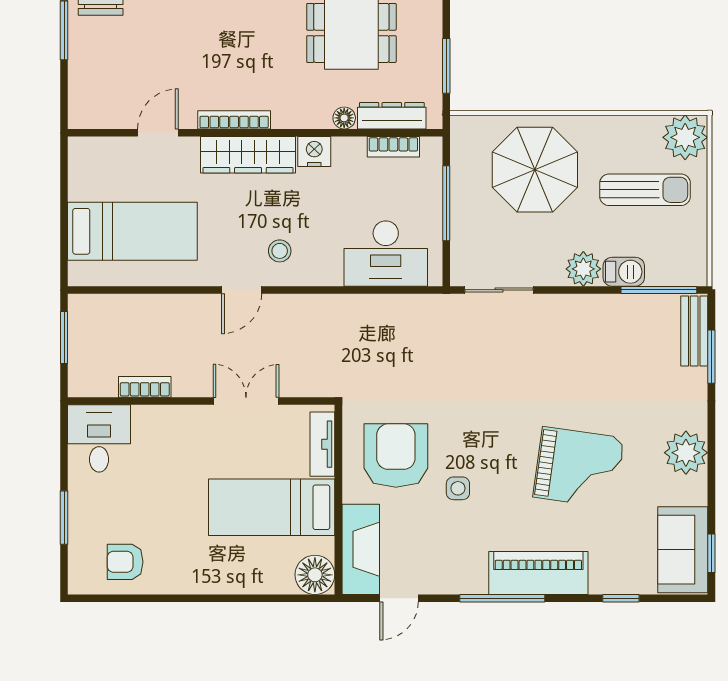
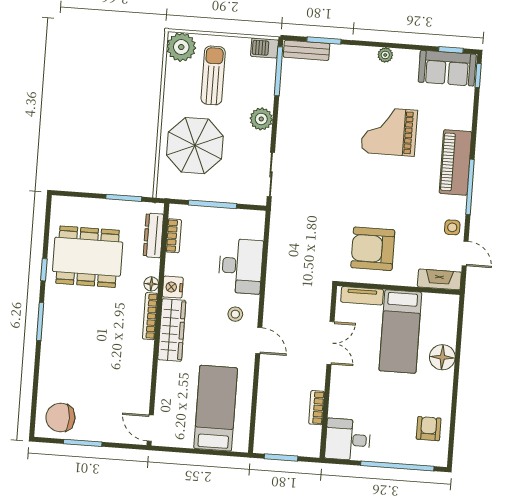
floor lamp: (344, 118) -> (151, 284), moved
bookcase: (234, 120) -> (150, 316), moved
door: (158, 133) -> (150, 428), moved
desk: (386, 254) -> (241, 266), moved
barbecue: (624, 272) -> (264, 48), moved, turned -90
double door: (246, 401) -> (331, 343), swing flipped
plant: (686, 453) -> (385, 55), width x0.53, depth x0.53
grand piano: (579, 467) -> (389, 131), turned -98
side table: (458, 488) -> (452, 227), moved
window: (64, 518) -> (397, 466), width x2.11
fireplace: (361, 549) -> (439, 279), width x0.73, depth x0.76
armchair: (125, 562) -> (429, 429), turned 180
floor lamp: (315, 575) -> (442, 357), moved
window: (621, 598) -> (478, 75), moved

